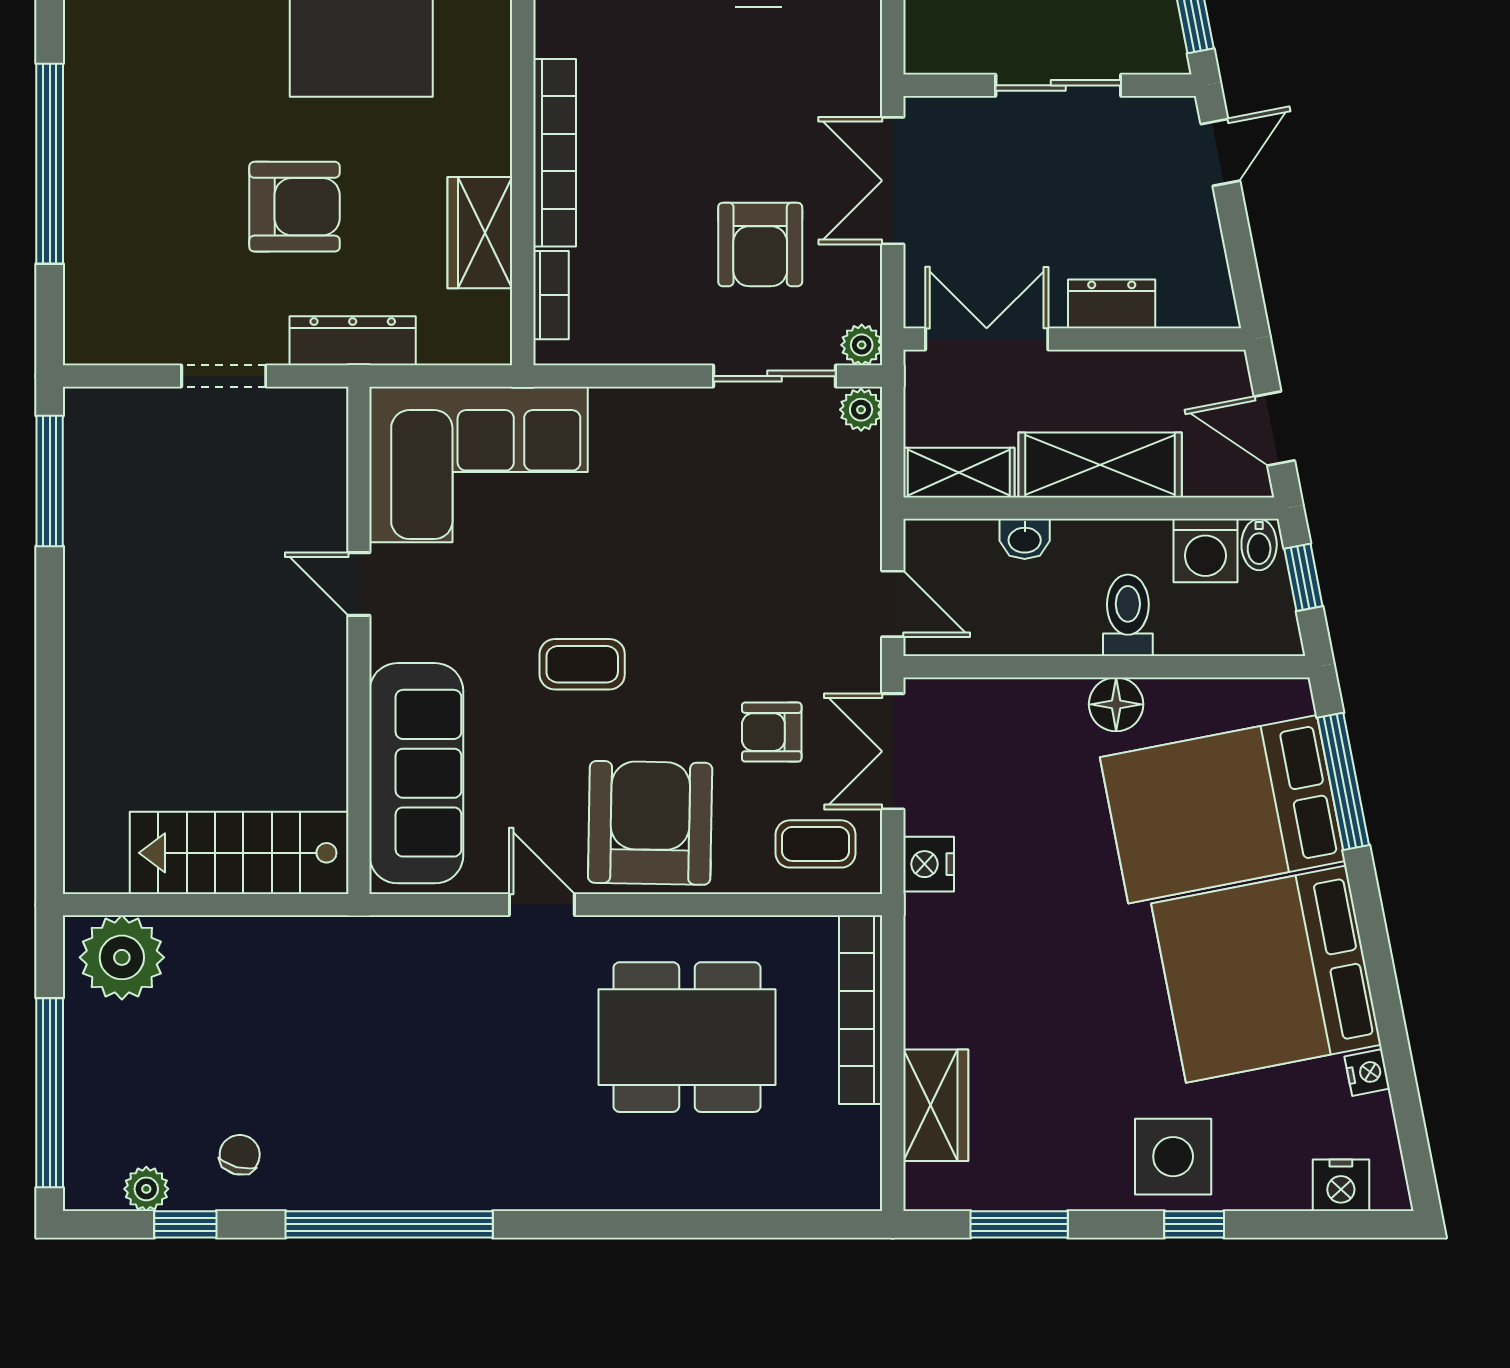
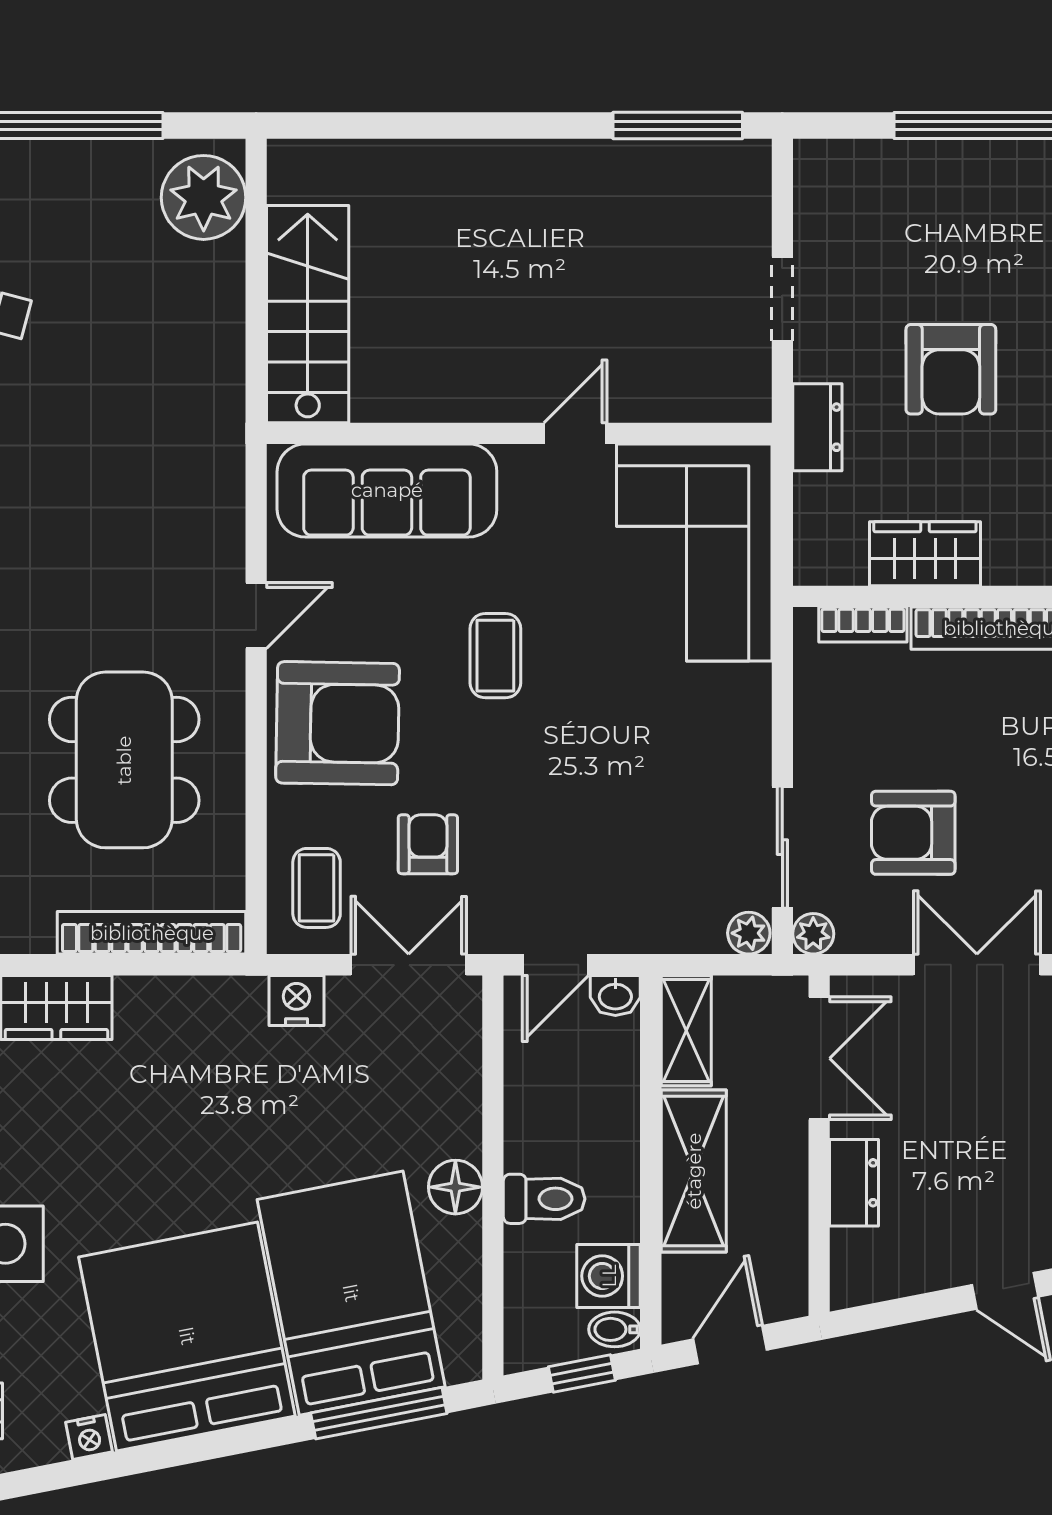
dresser: (353, 341) -> (817, 427), width x0.70
washbasin: (1025, 539) -> (615, 995), moved, turned -90

